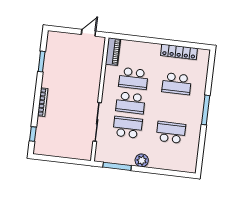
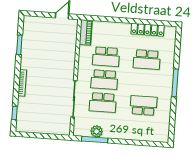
school desk: (128, 127) -> (103, 103), turned 180
plant: (142, 160) -> (97, 131), moved

